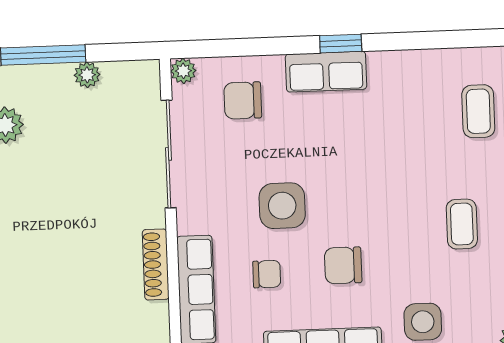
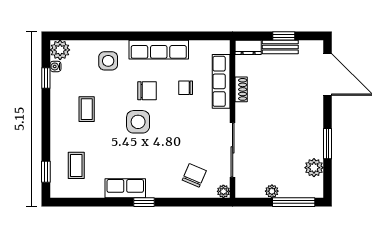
row of seats: (326, 72) -> (125, 188), moved
chair: (243, 100) -> (194, 175), turned -67
side table: (282, 206) -> (138, 122), moved
shoe rack: (156, 264) -> (241, 89), width x0.70

